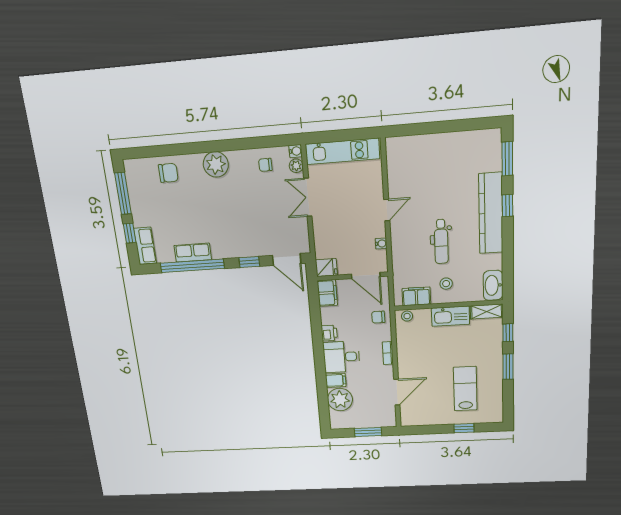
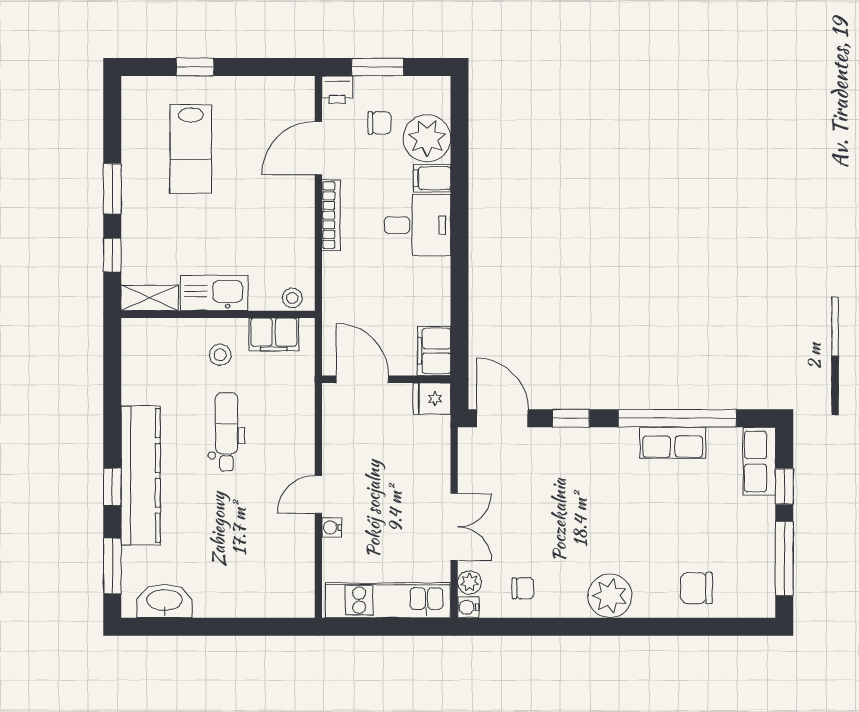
water cooler: (381, 243) -> (332, 527), moved
washbasin: (493, 285) -> (165, 601), moved, turned -90
chair: (378, 317) -> (379, 123), moved
printer: (329, 333) -> (337, 90), moved, turned -90
bookcase: (388, 353) -> (331, 215), width x1.56

